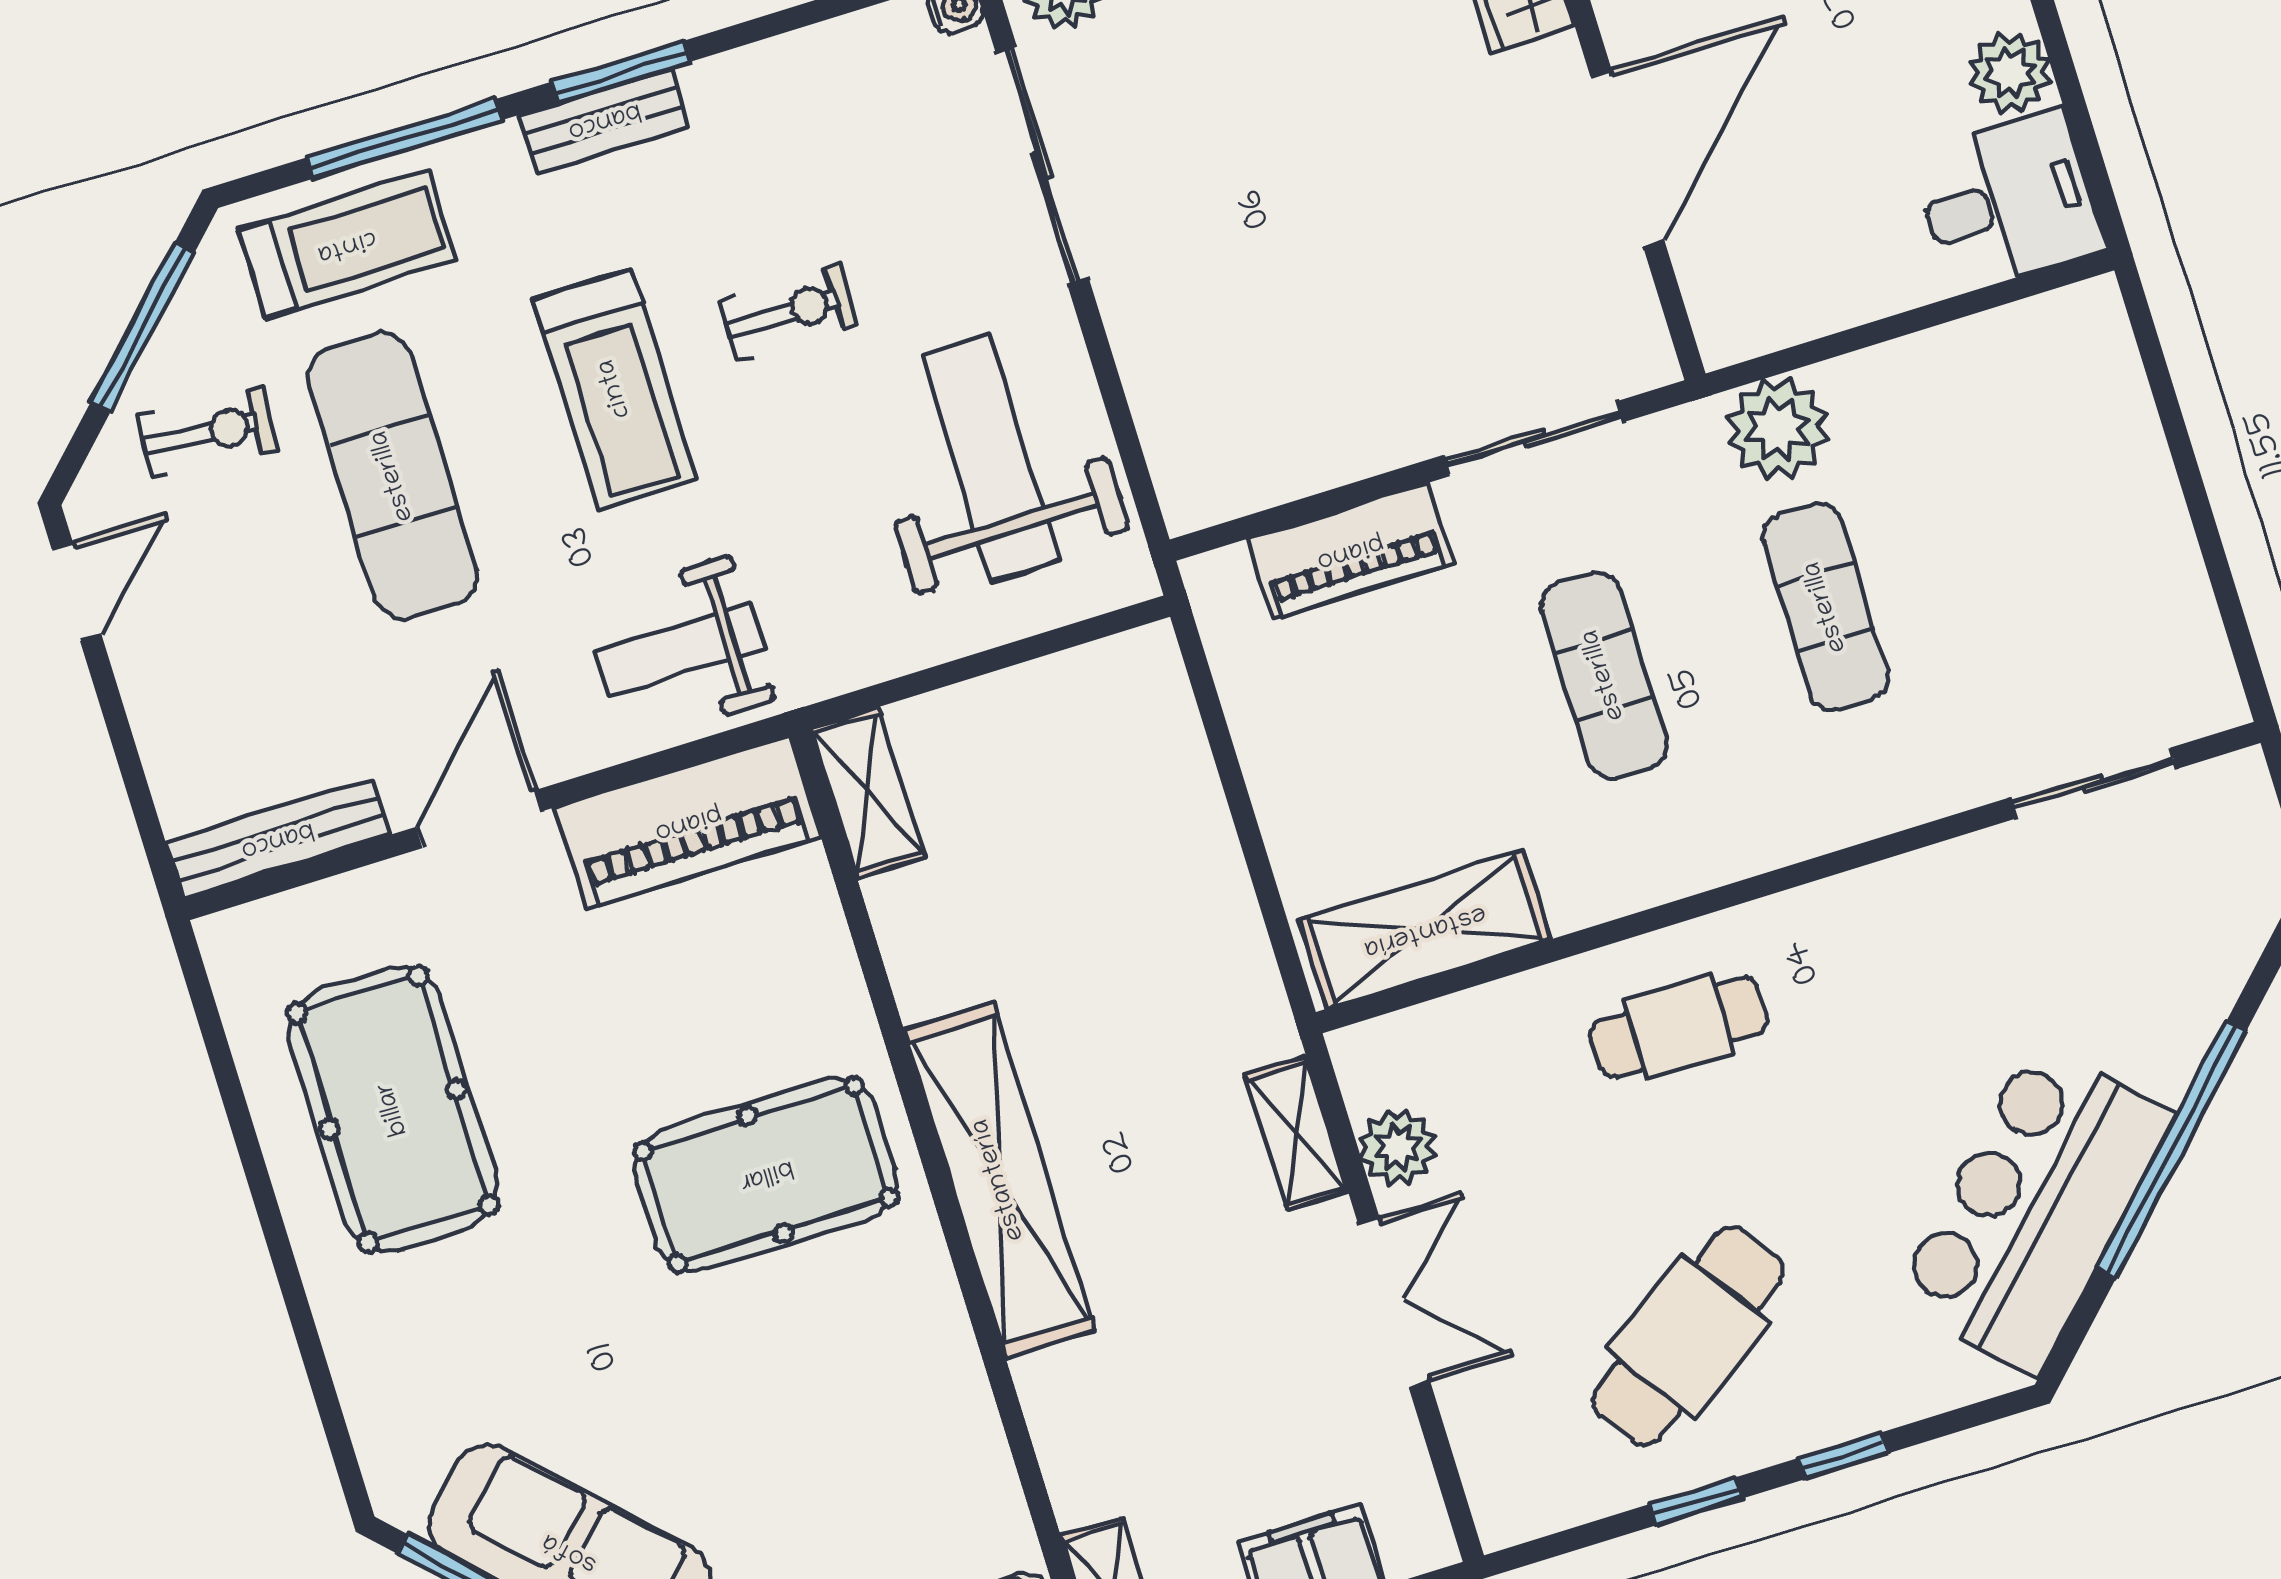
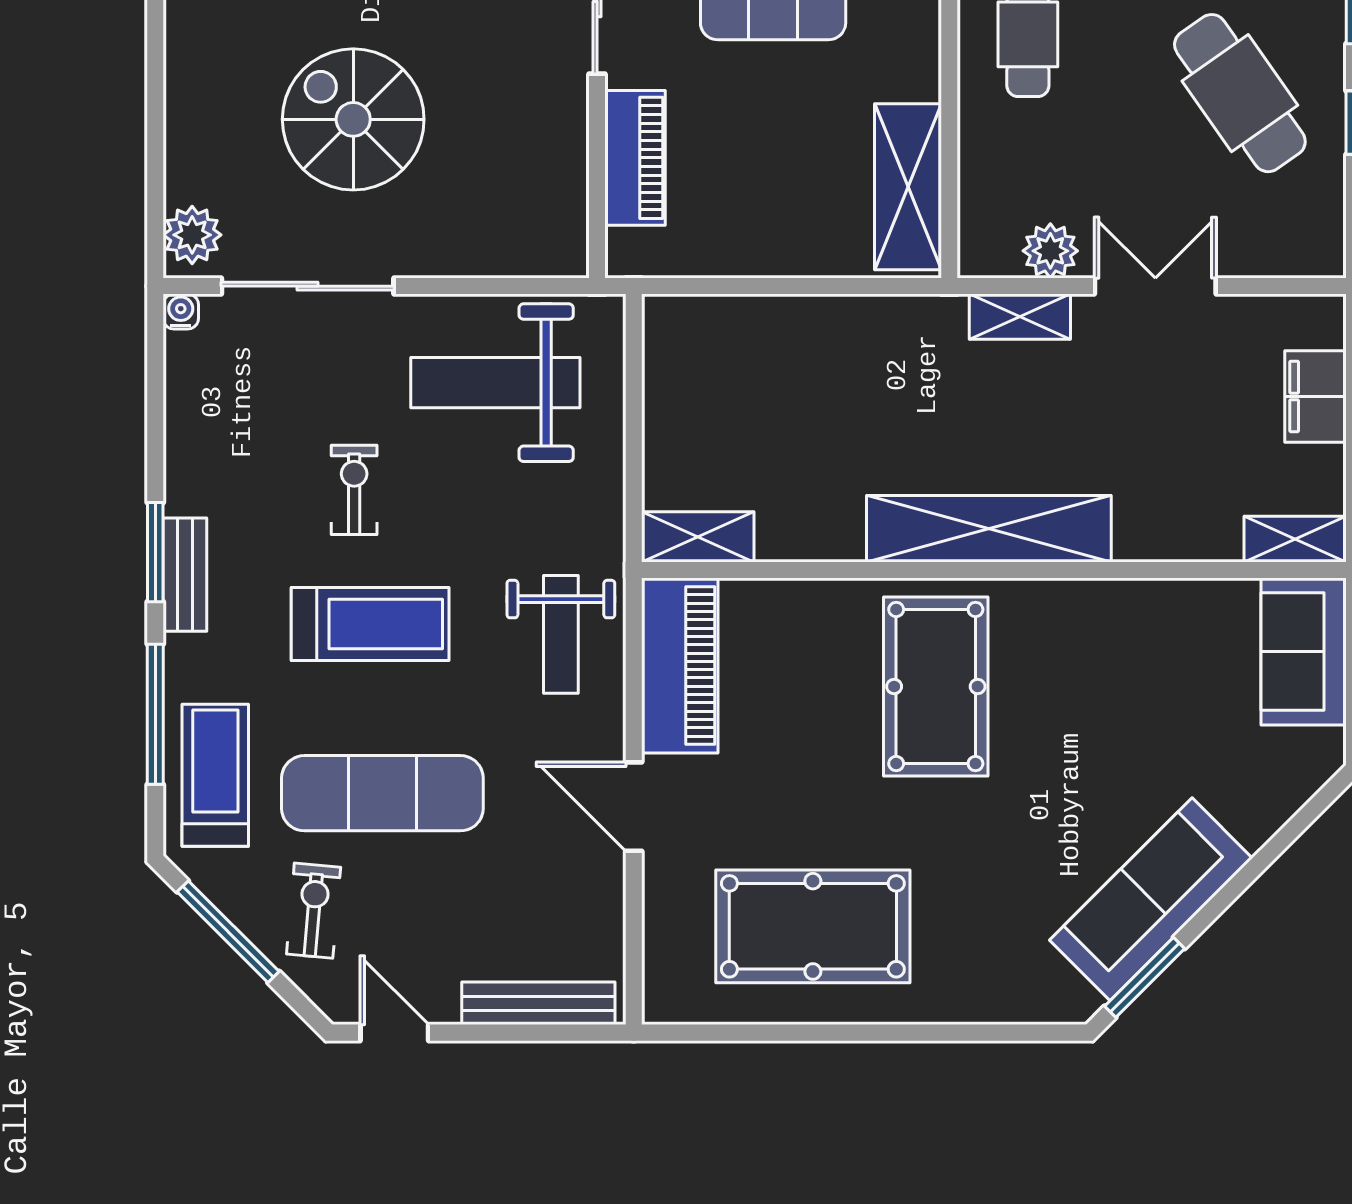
spiral stairs: (1285, 157) -> (353, 119), added
bench: (277, 839) -> (538, 1003), moved, turned 90

